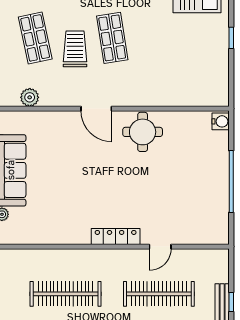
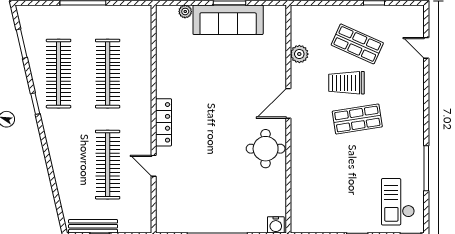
shop shelf: (35, 38) -> (357, 44), turned 36
trolley: (75, 49) -> (347, 83), turned 180
plant: (30, 97) -> (299, 54), moved

